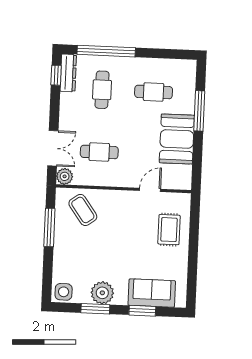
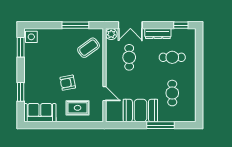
window: (106, 51) -> (199, 59), removed
dresser: (68, 73) -> (158, 33), moved
armchair: (132, 242) -> (68, 83), added
plant: (102, 293) -> (32, 64), removed
sofa: (152, 293) -> (40, 113), moved, turned -90
window: (95, 309) -> (21, 47), moved

